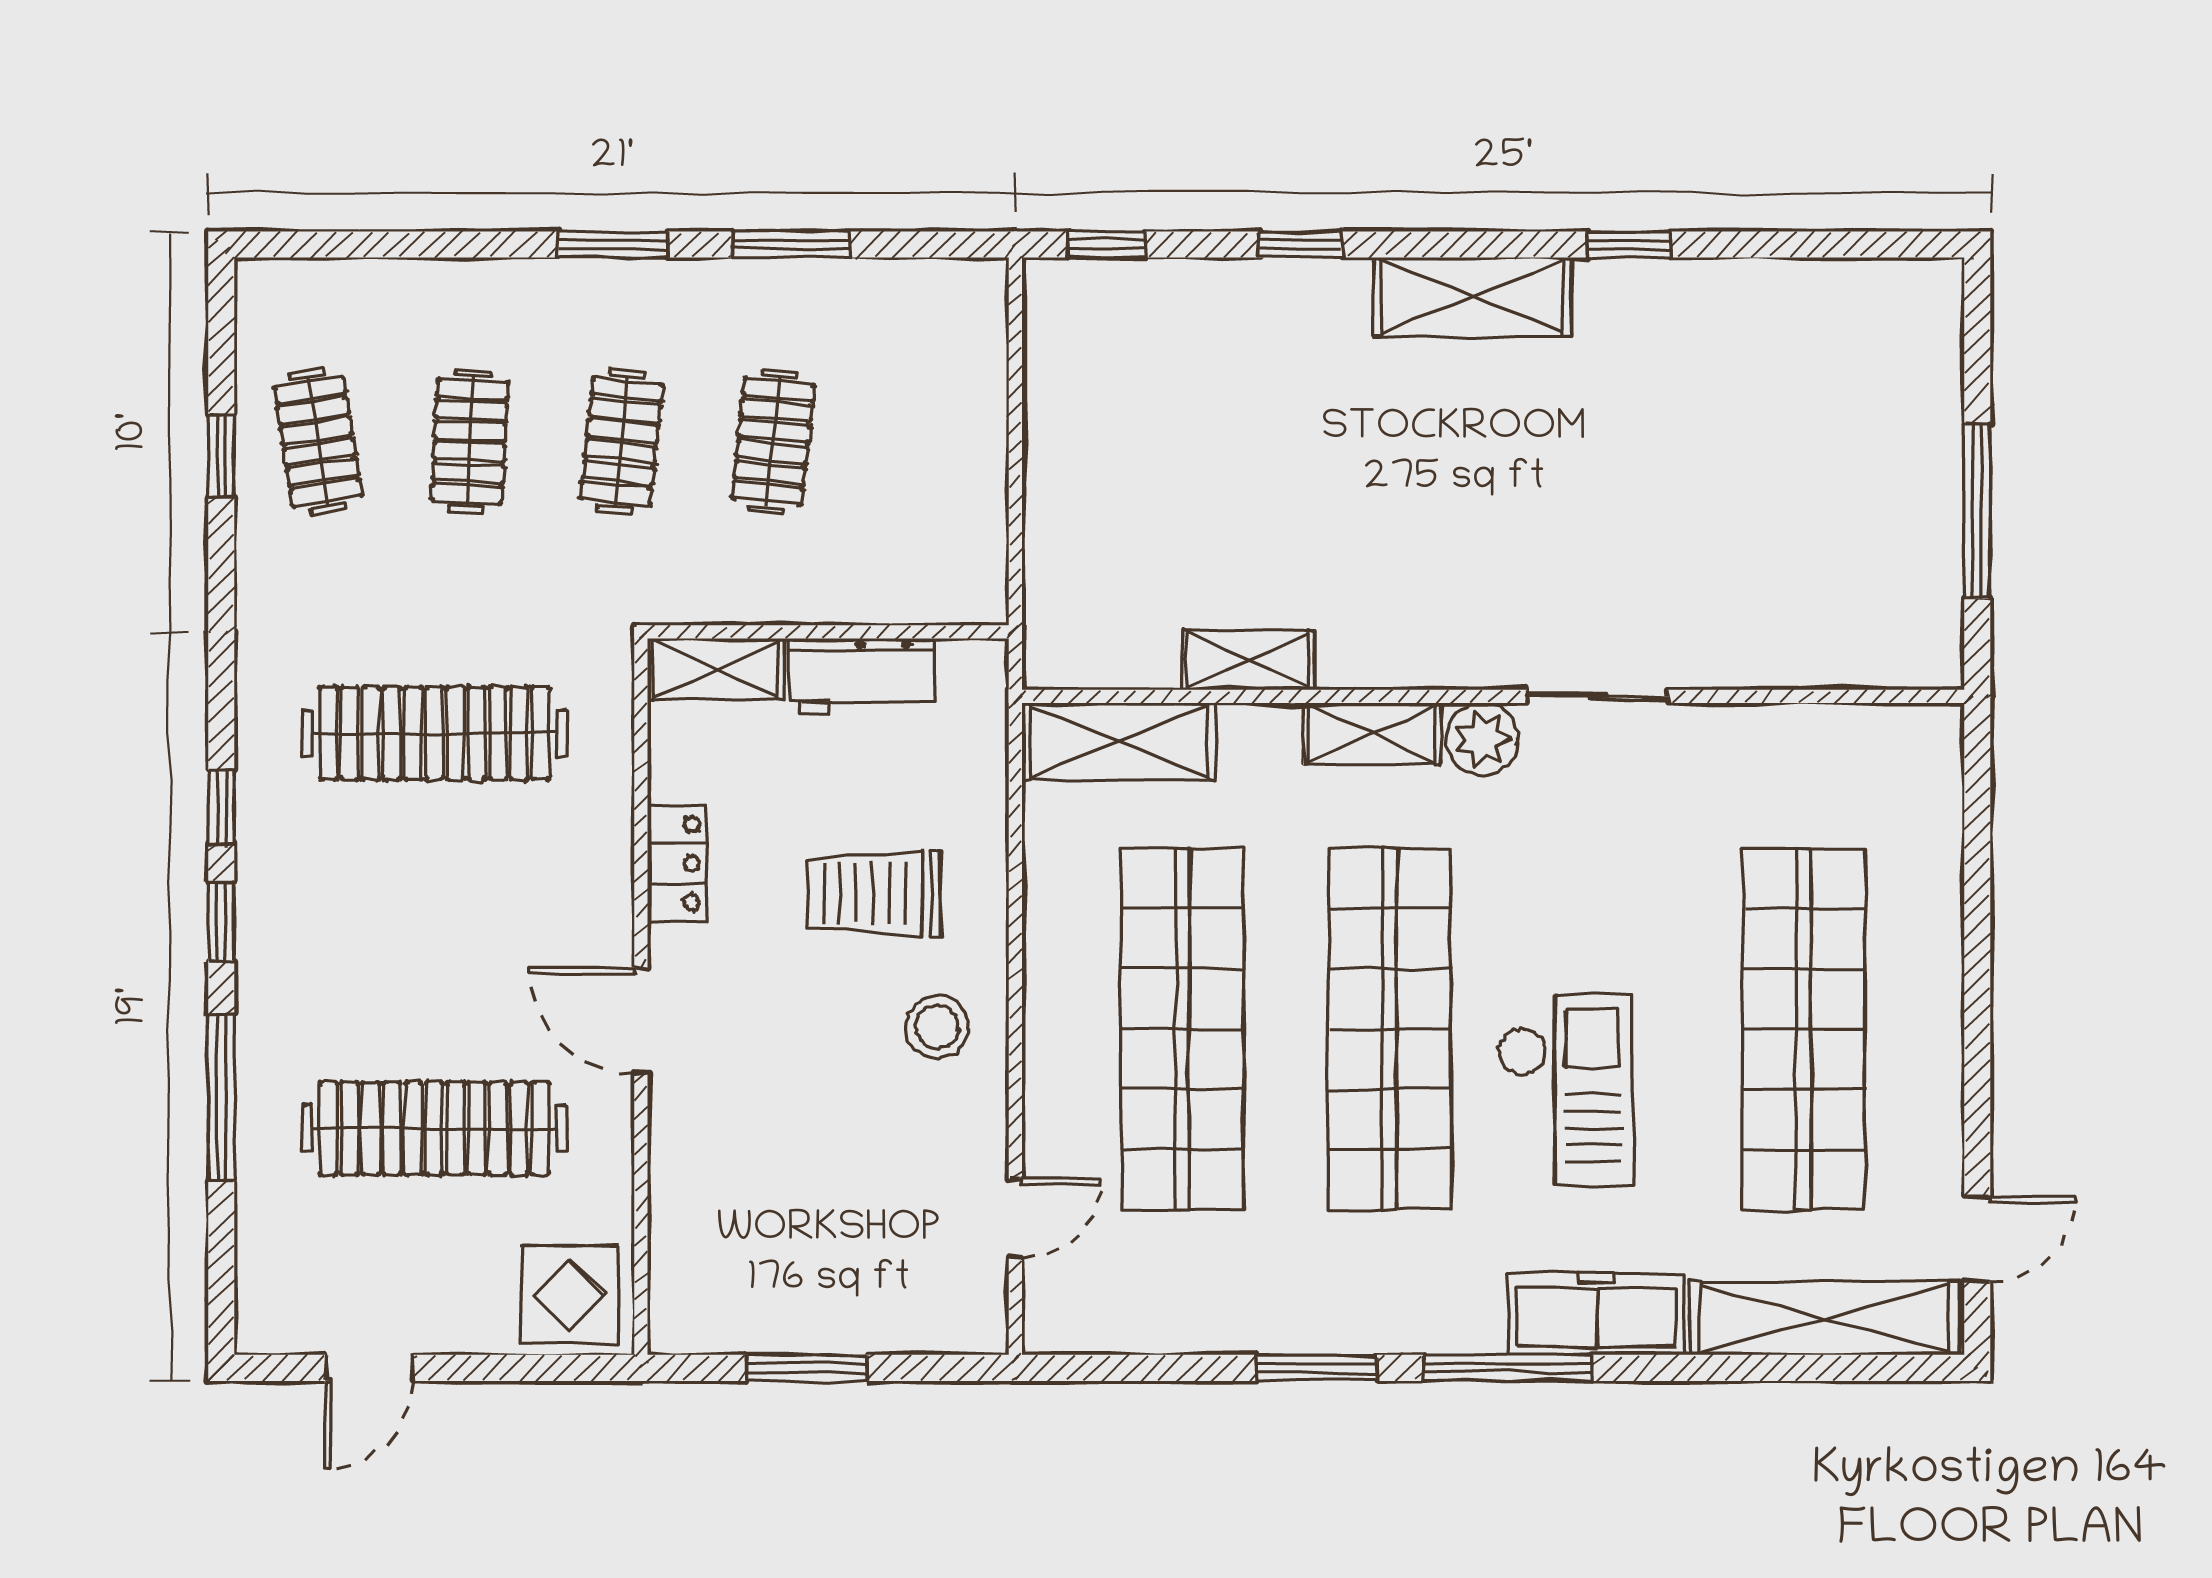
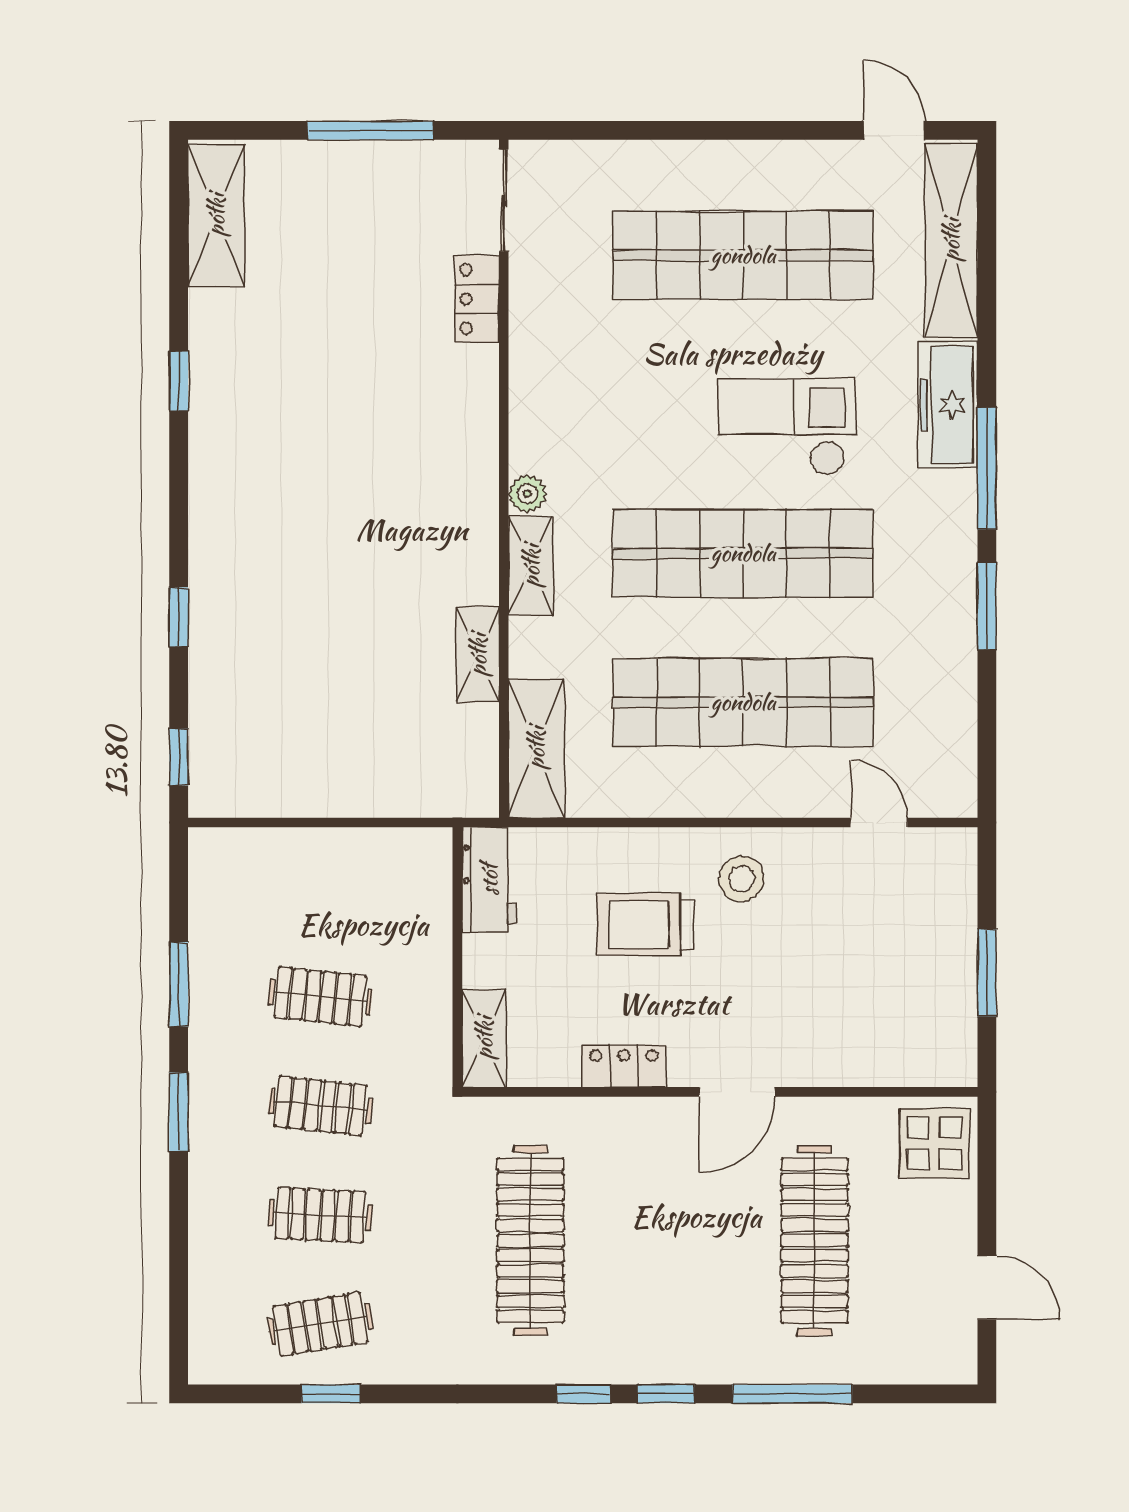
shelving: (1472, 297) -> (216, 215), moved
locker: (1743, 659) -> (477, 299), added
workbench: (861, 676) -> (489, 880), moved
sliding door: (1598, 696) -> (504, 200), moved
plant: (1482, 739) -> (527, 494), width x0.73, depth x0.73
trolley: (874, 893) -> (645, 924), turned 90

